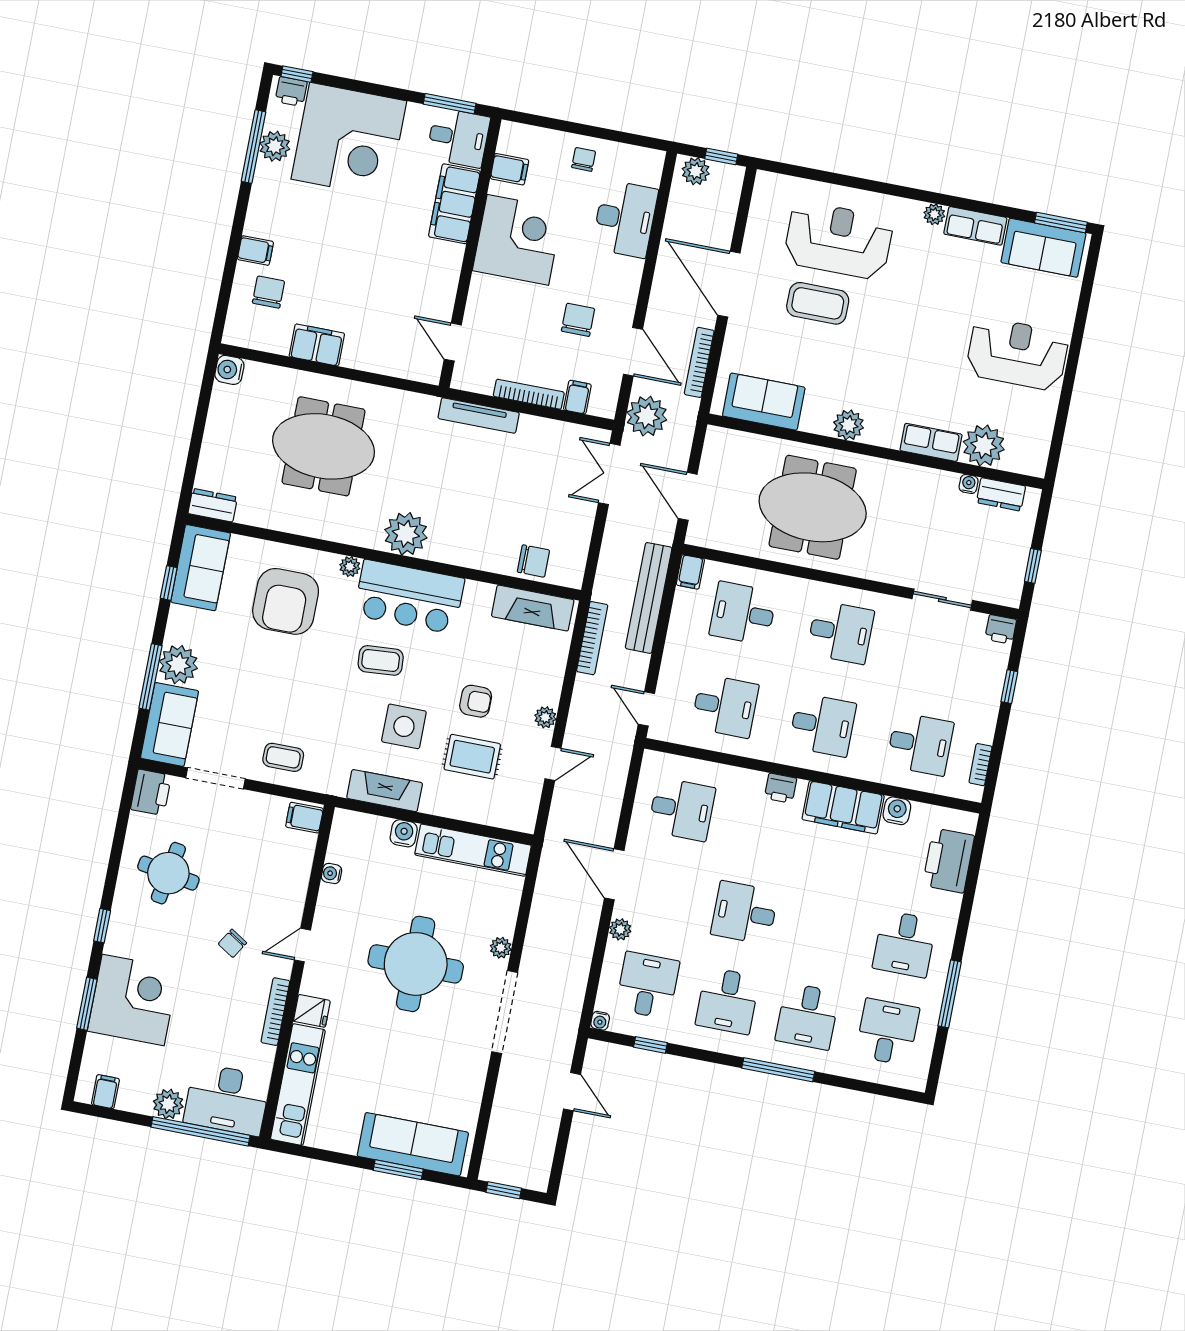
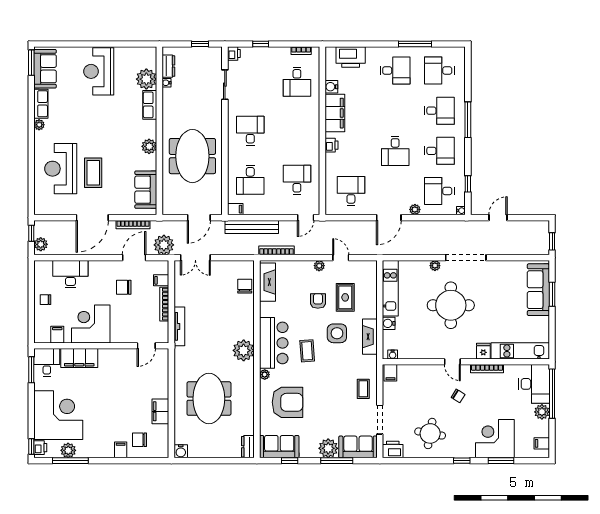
desk: (823, 725) -> (297, 131), removed
desk: (920, 744) -> (297, 82), turned 180
water cooler: (332, 873) -> (393, 354), moved

